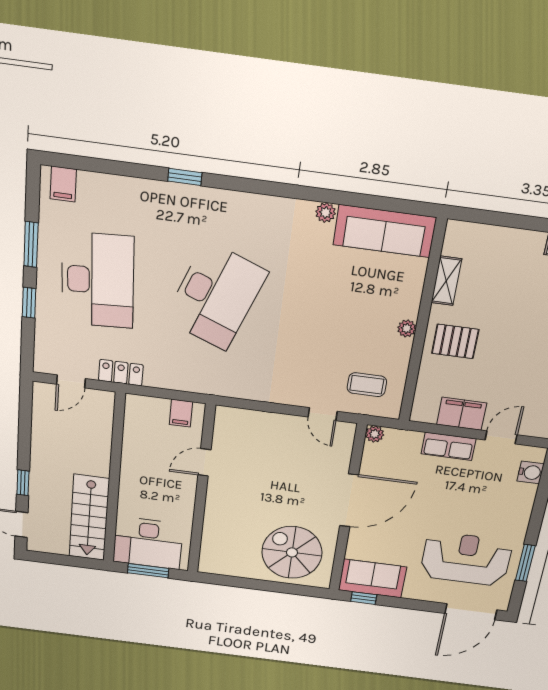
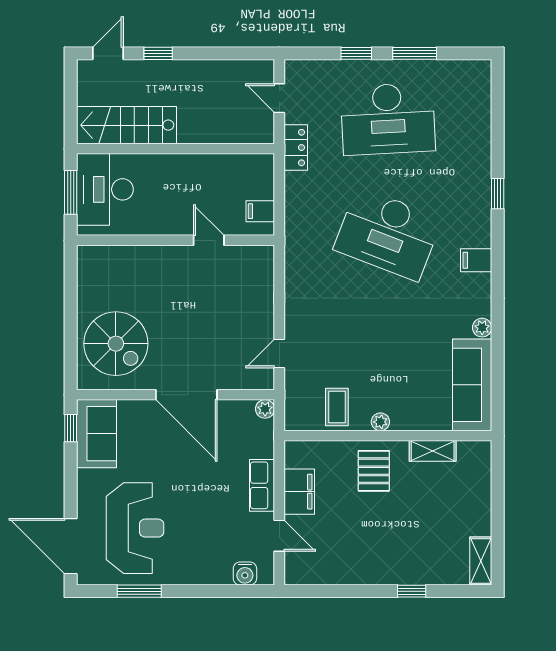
filing cabinet: (63, 184) -> (476, 260), moved
coffee table: (367, 385) -> (337, 407), moved
spiral stairs: (292, 552) -> (116, 344), turned 90

